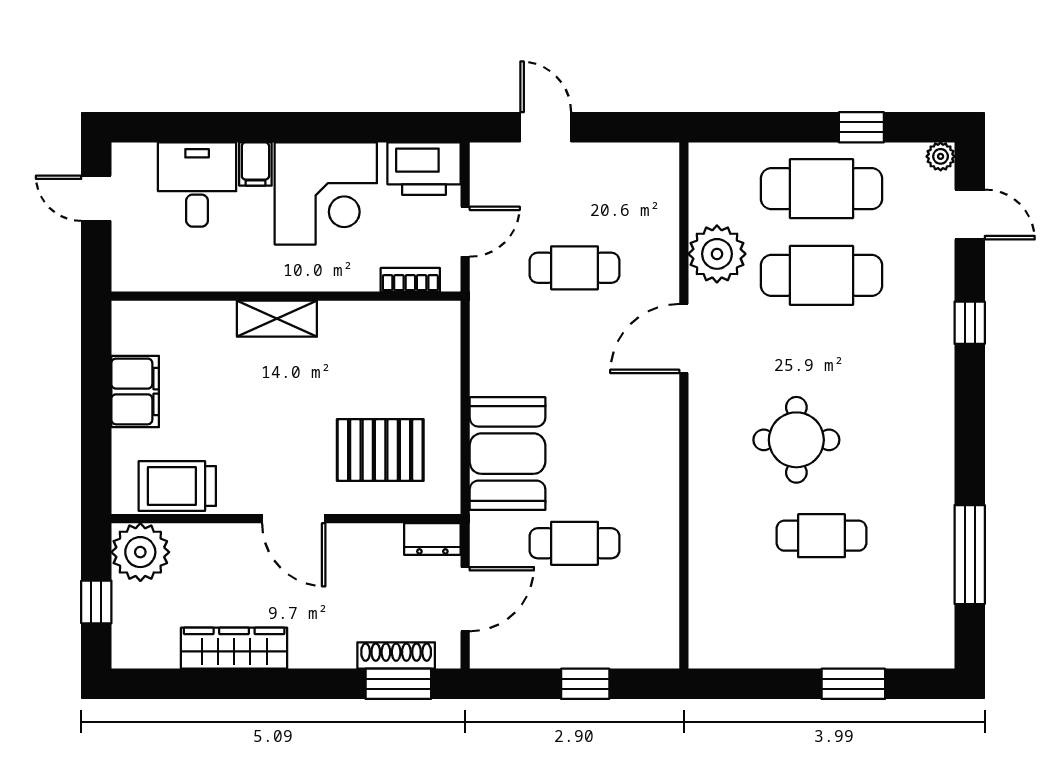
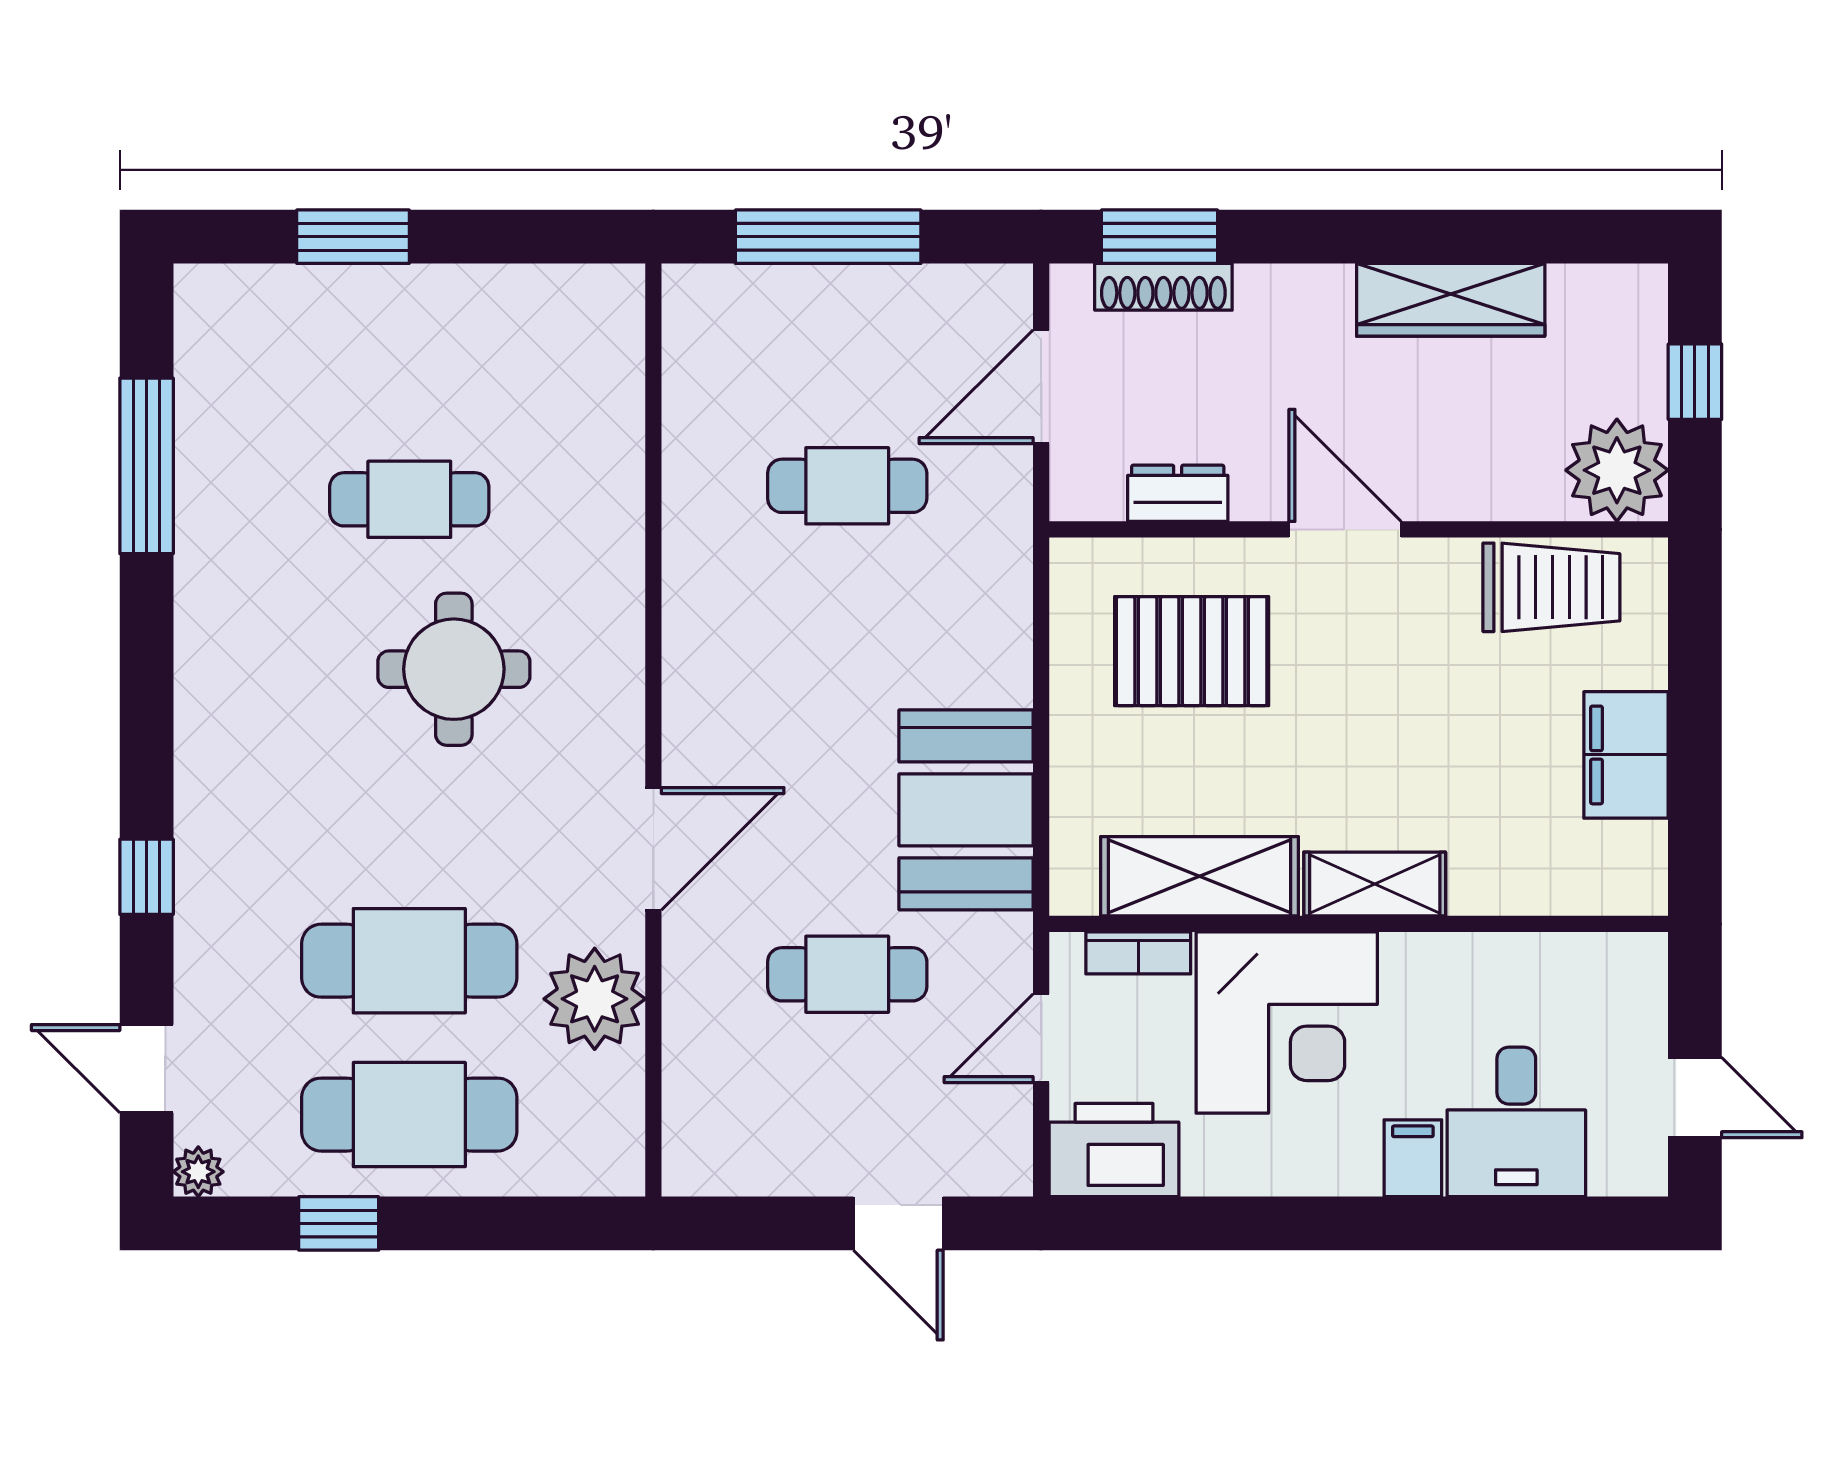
corner desk: (326, 193) -> (1287, 1023), moved, turned 180
shelving: (376, 323) -> (1200, 876), added
booth: (507, 454) -> (966, 810), moved
dresser: (432, 539) -> (1178, 493), moved
window: (585, 684) -> (828, 237), width x2.17

